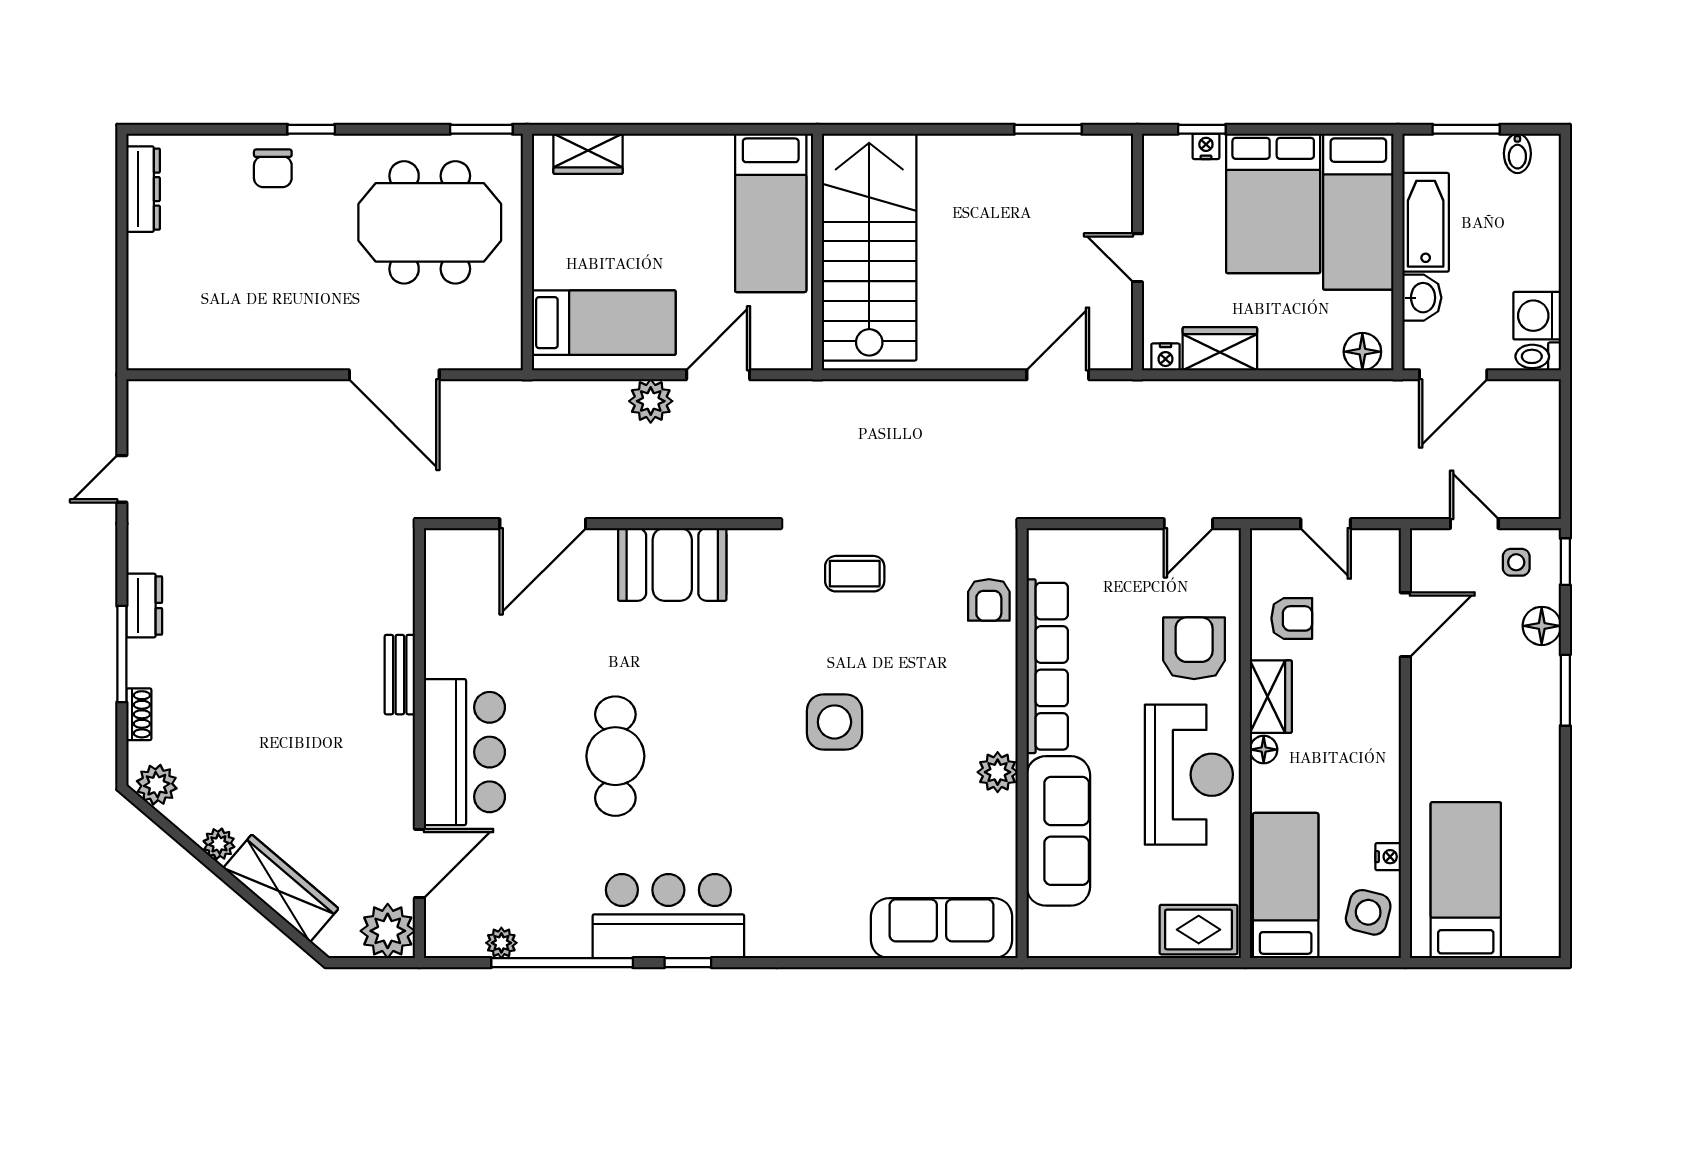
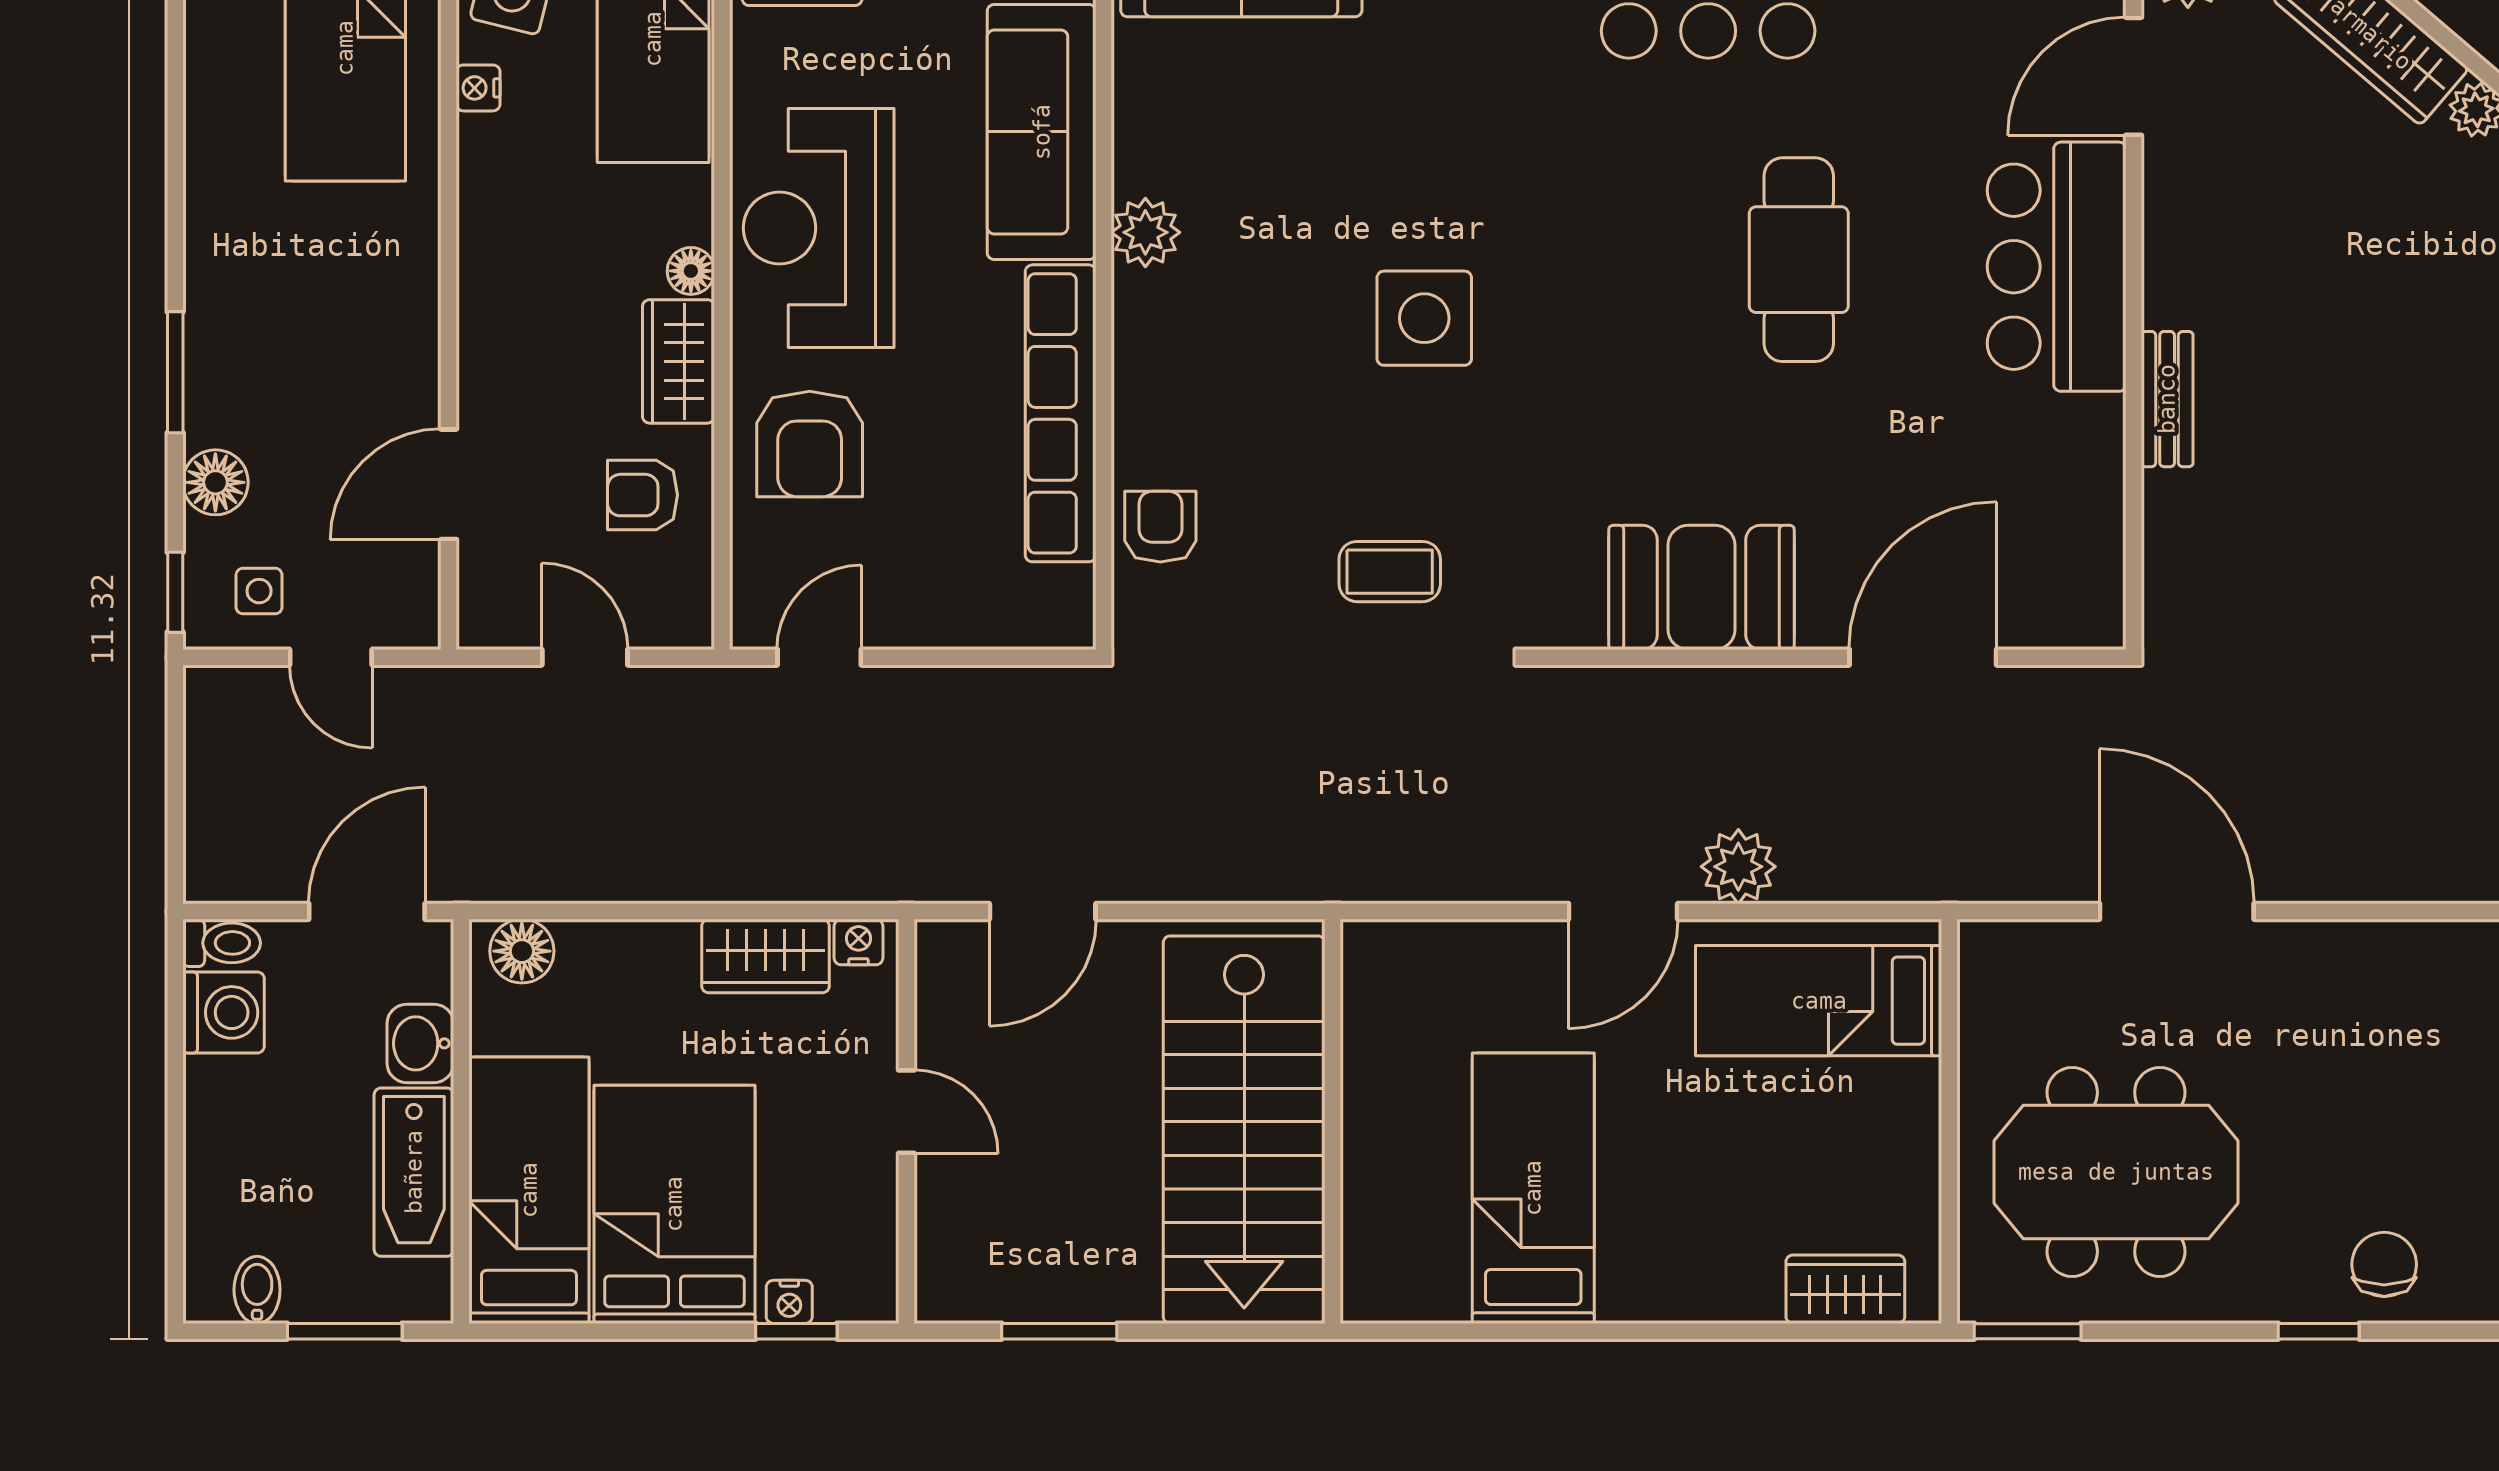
stairs: (869, 247) -> (1244, 1130), moved
wall: (818, 252) -> (1332, 1121), moved

